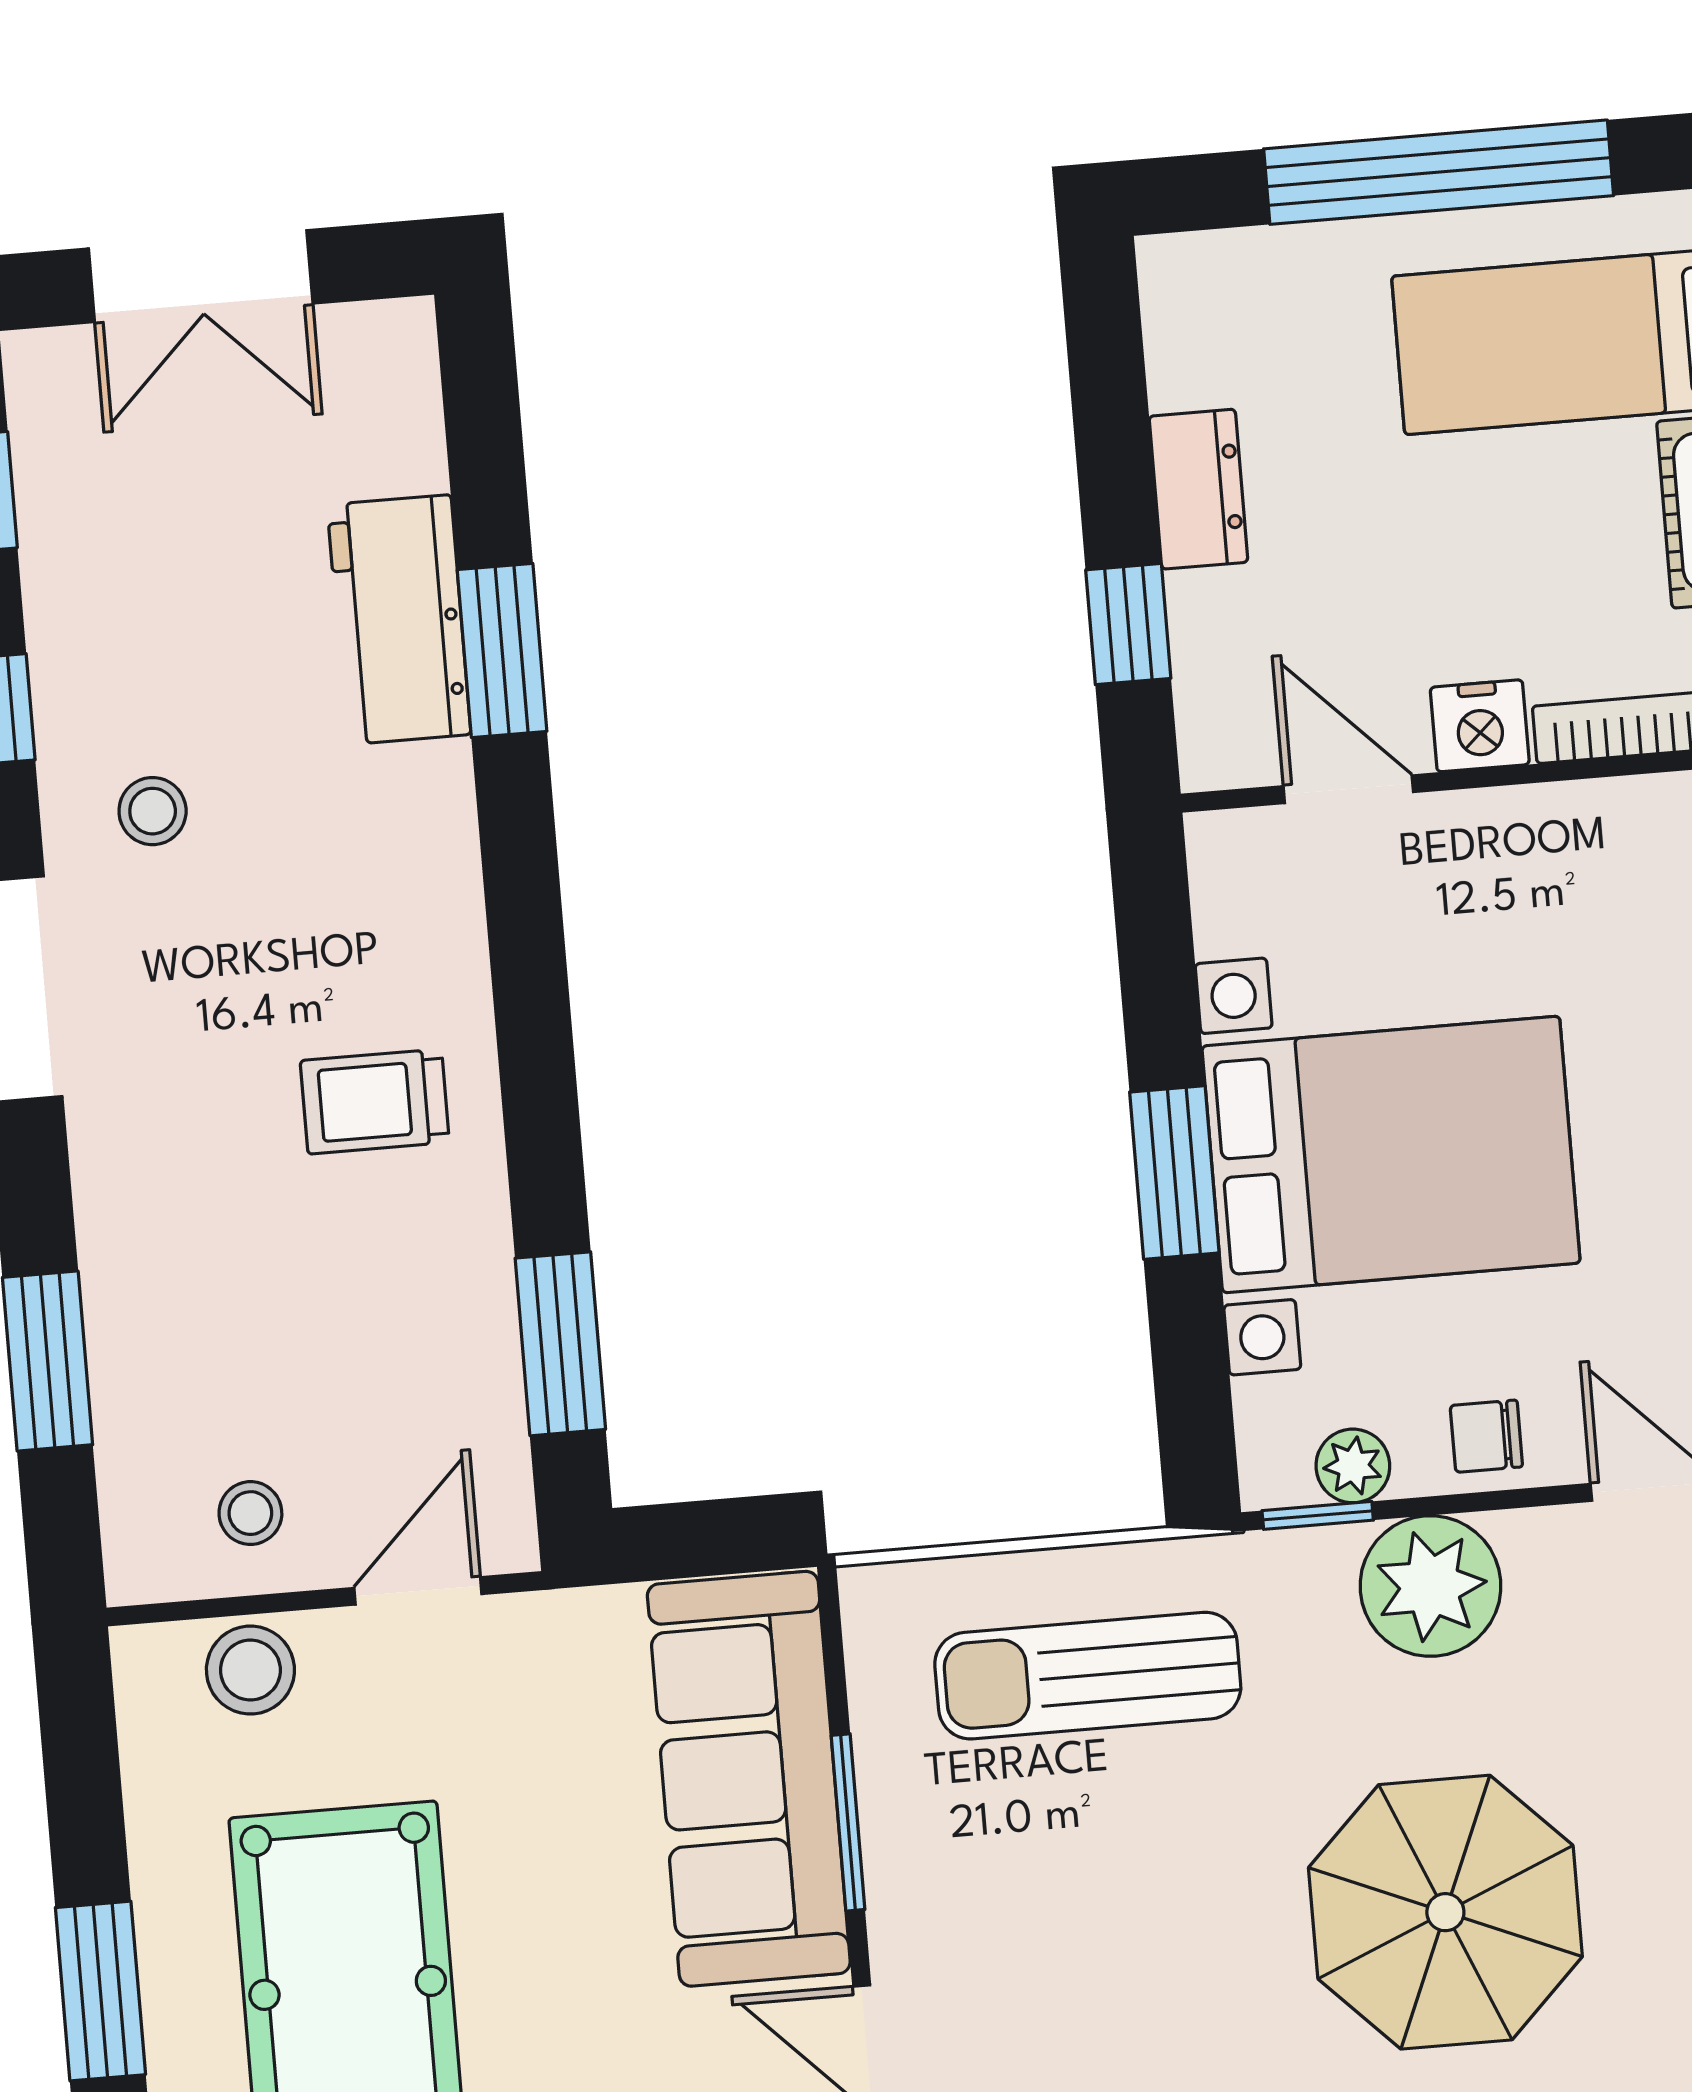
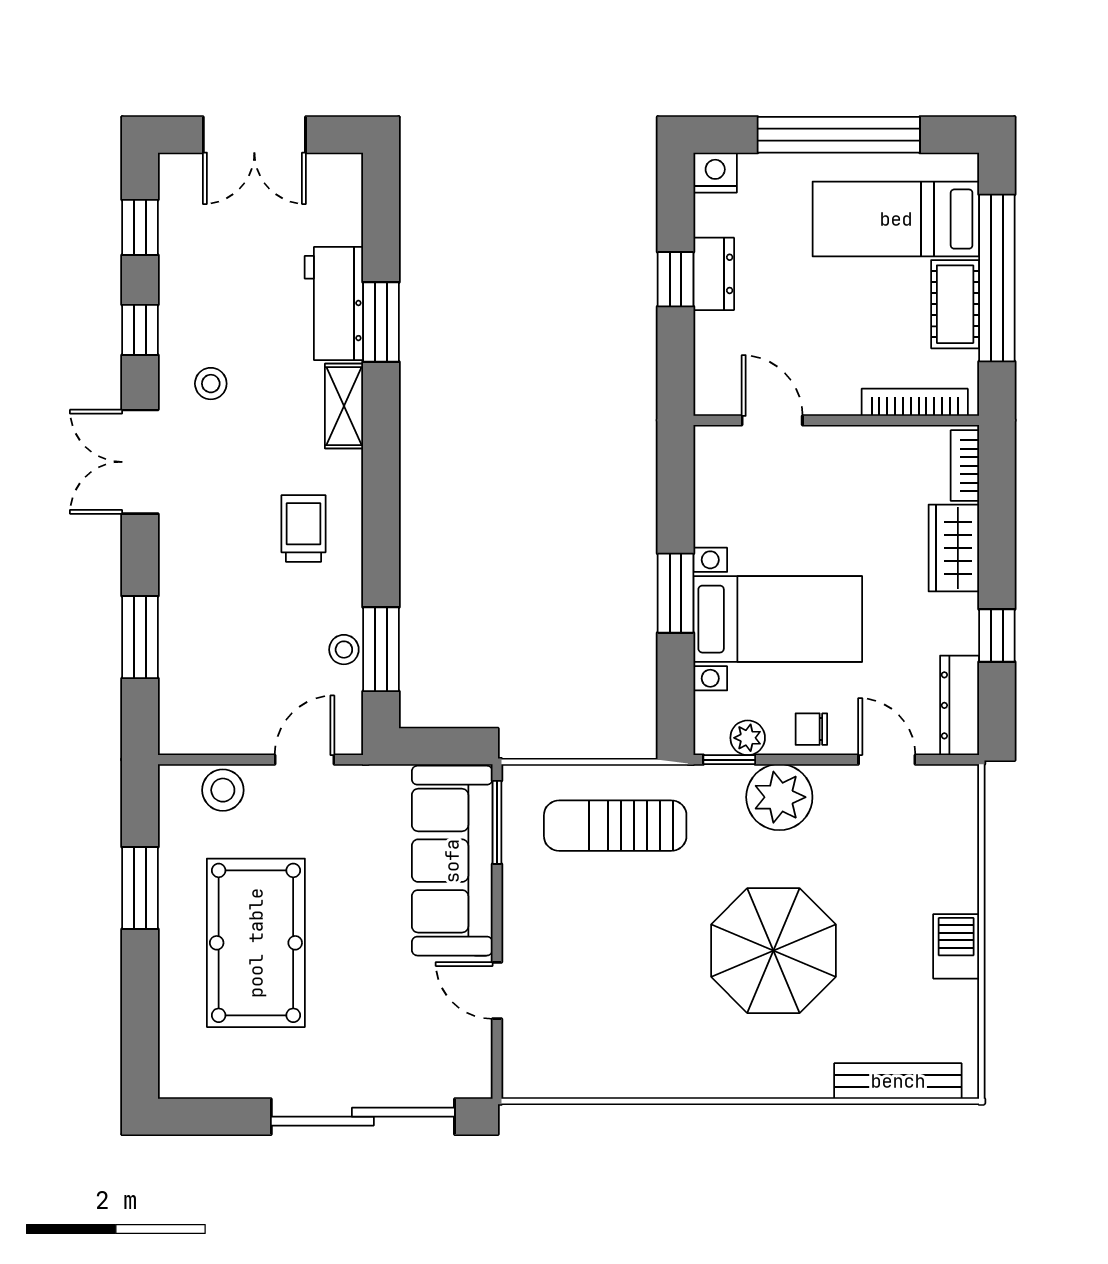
window: (1128, 624) -> (676, 279), moved
nightstand: (1480, 726) -> (715, 173), moved, turned 180
shelving: (439, 835) -> (344, 406), added
trolley: (375, 1102) -> (303, 528), turned 90
bed with nightstands: (1391, 1155) -> (778, 619), width x0.73
stool: (250, 1513) -> (344, 650), moved
window: (848, 1822) -> (497, 822), moved
window: (100, 1991) -> (140, 888), moved

